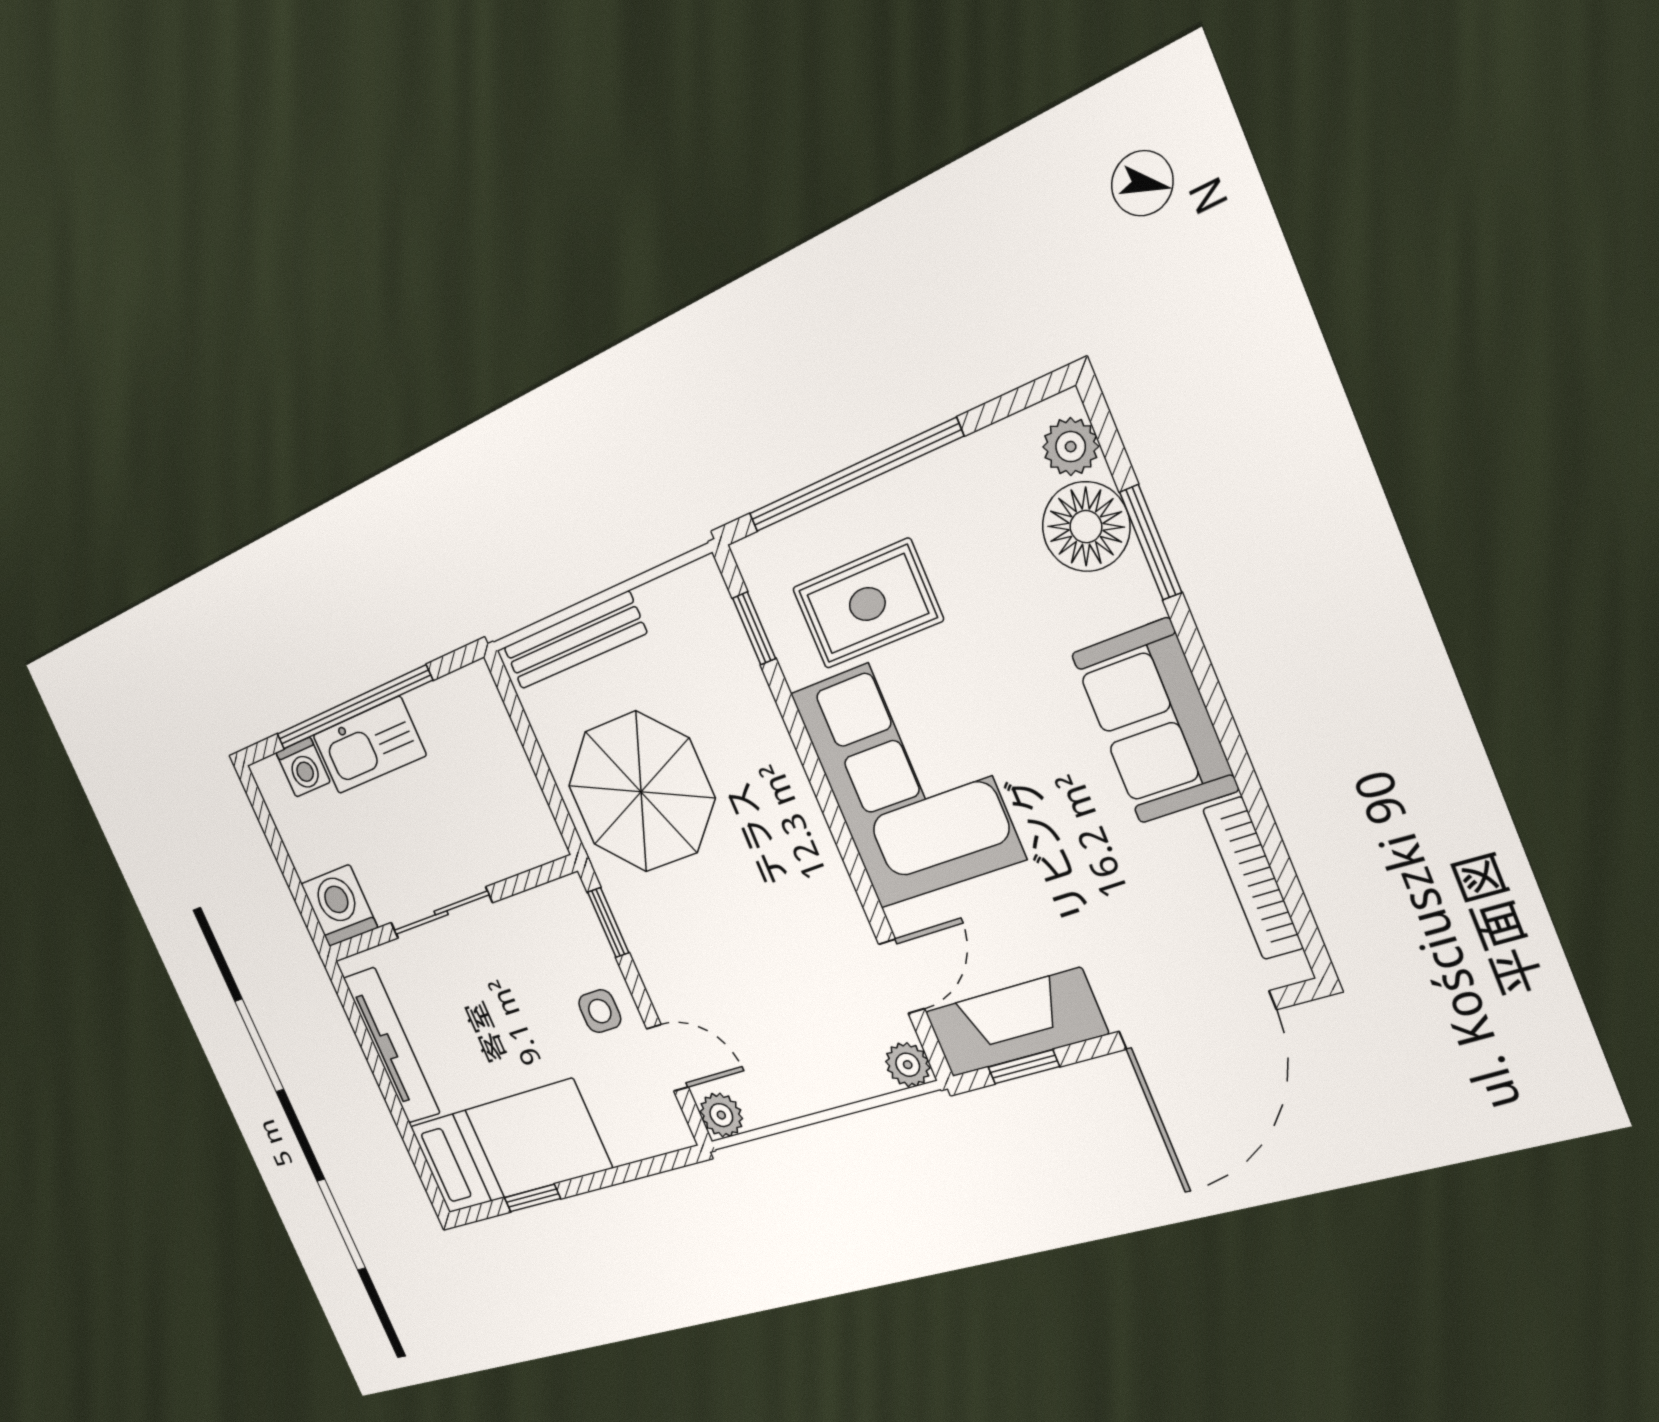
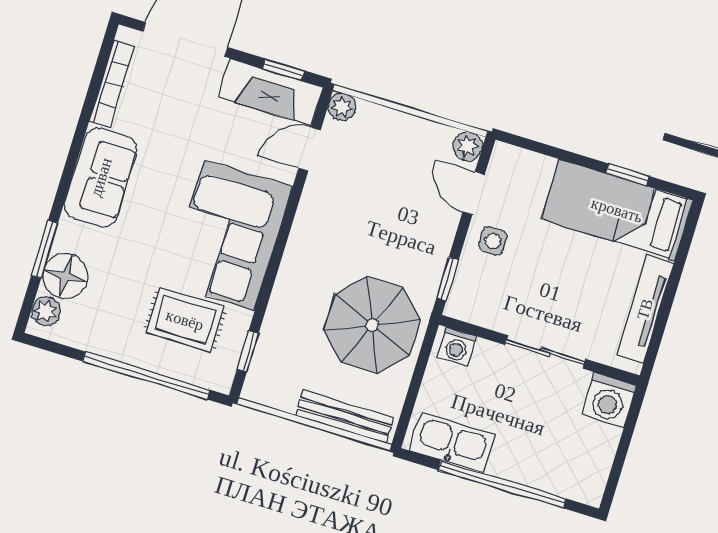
kitchen sink: (369, 745) -> (452, 443), moved
washing machine: (303, 767) -> (457, 347), moved, turned 180

